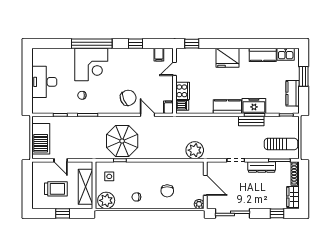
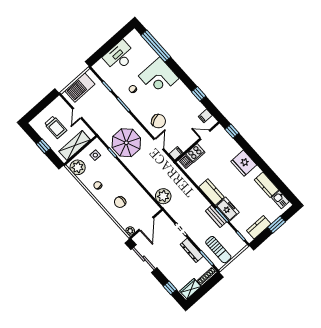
window: (92, 44) -> (156, 46), moved

